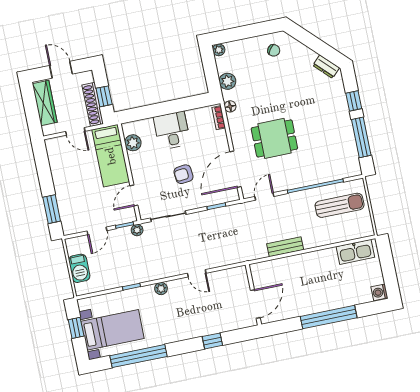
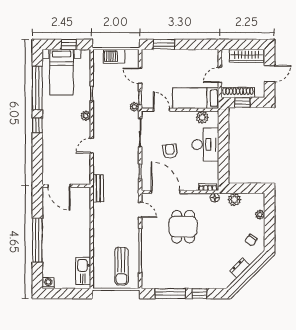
plant: (219, 50) -> (260, 215), moved
dresser: (326, 67) -> (240, 268), moved
desk: (172, 130) -> (205, 145), width x1.37
bench: (285, 247) -> (98, 188), moved
window: (212, 341) -> (37, 125), moved

